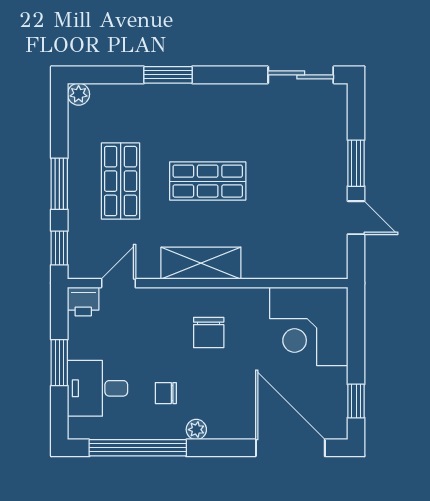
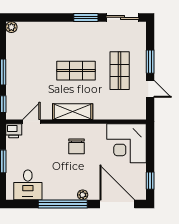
window: (168, 75) -> (86, 17), moved
shop shelf: (121, 181) -> (120, 71), moved
desk: (98, 388) -> (28, 185), moved, turned -90
chair: (166, 393) -> (55, 177), removed
plant: (196, 430) -> (83, 195), moved
window: (138, 448) -> (63, 204), moved

